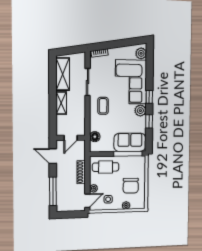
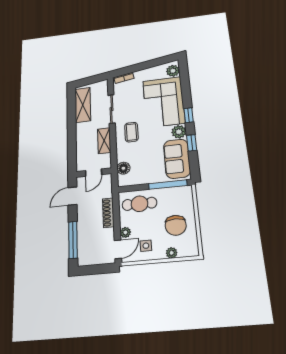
shelving: (61, 103) -> (104, 141), moved
sofa: (130, 142) -> (177, 159), moved, turned -90
door: (53, 156) -> (72, 196), hinge flipped

